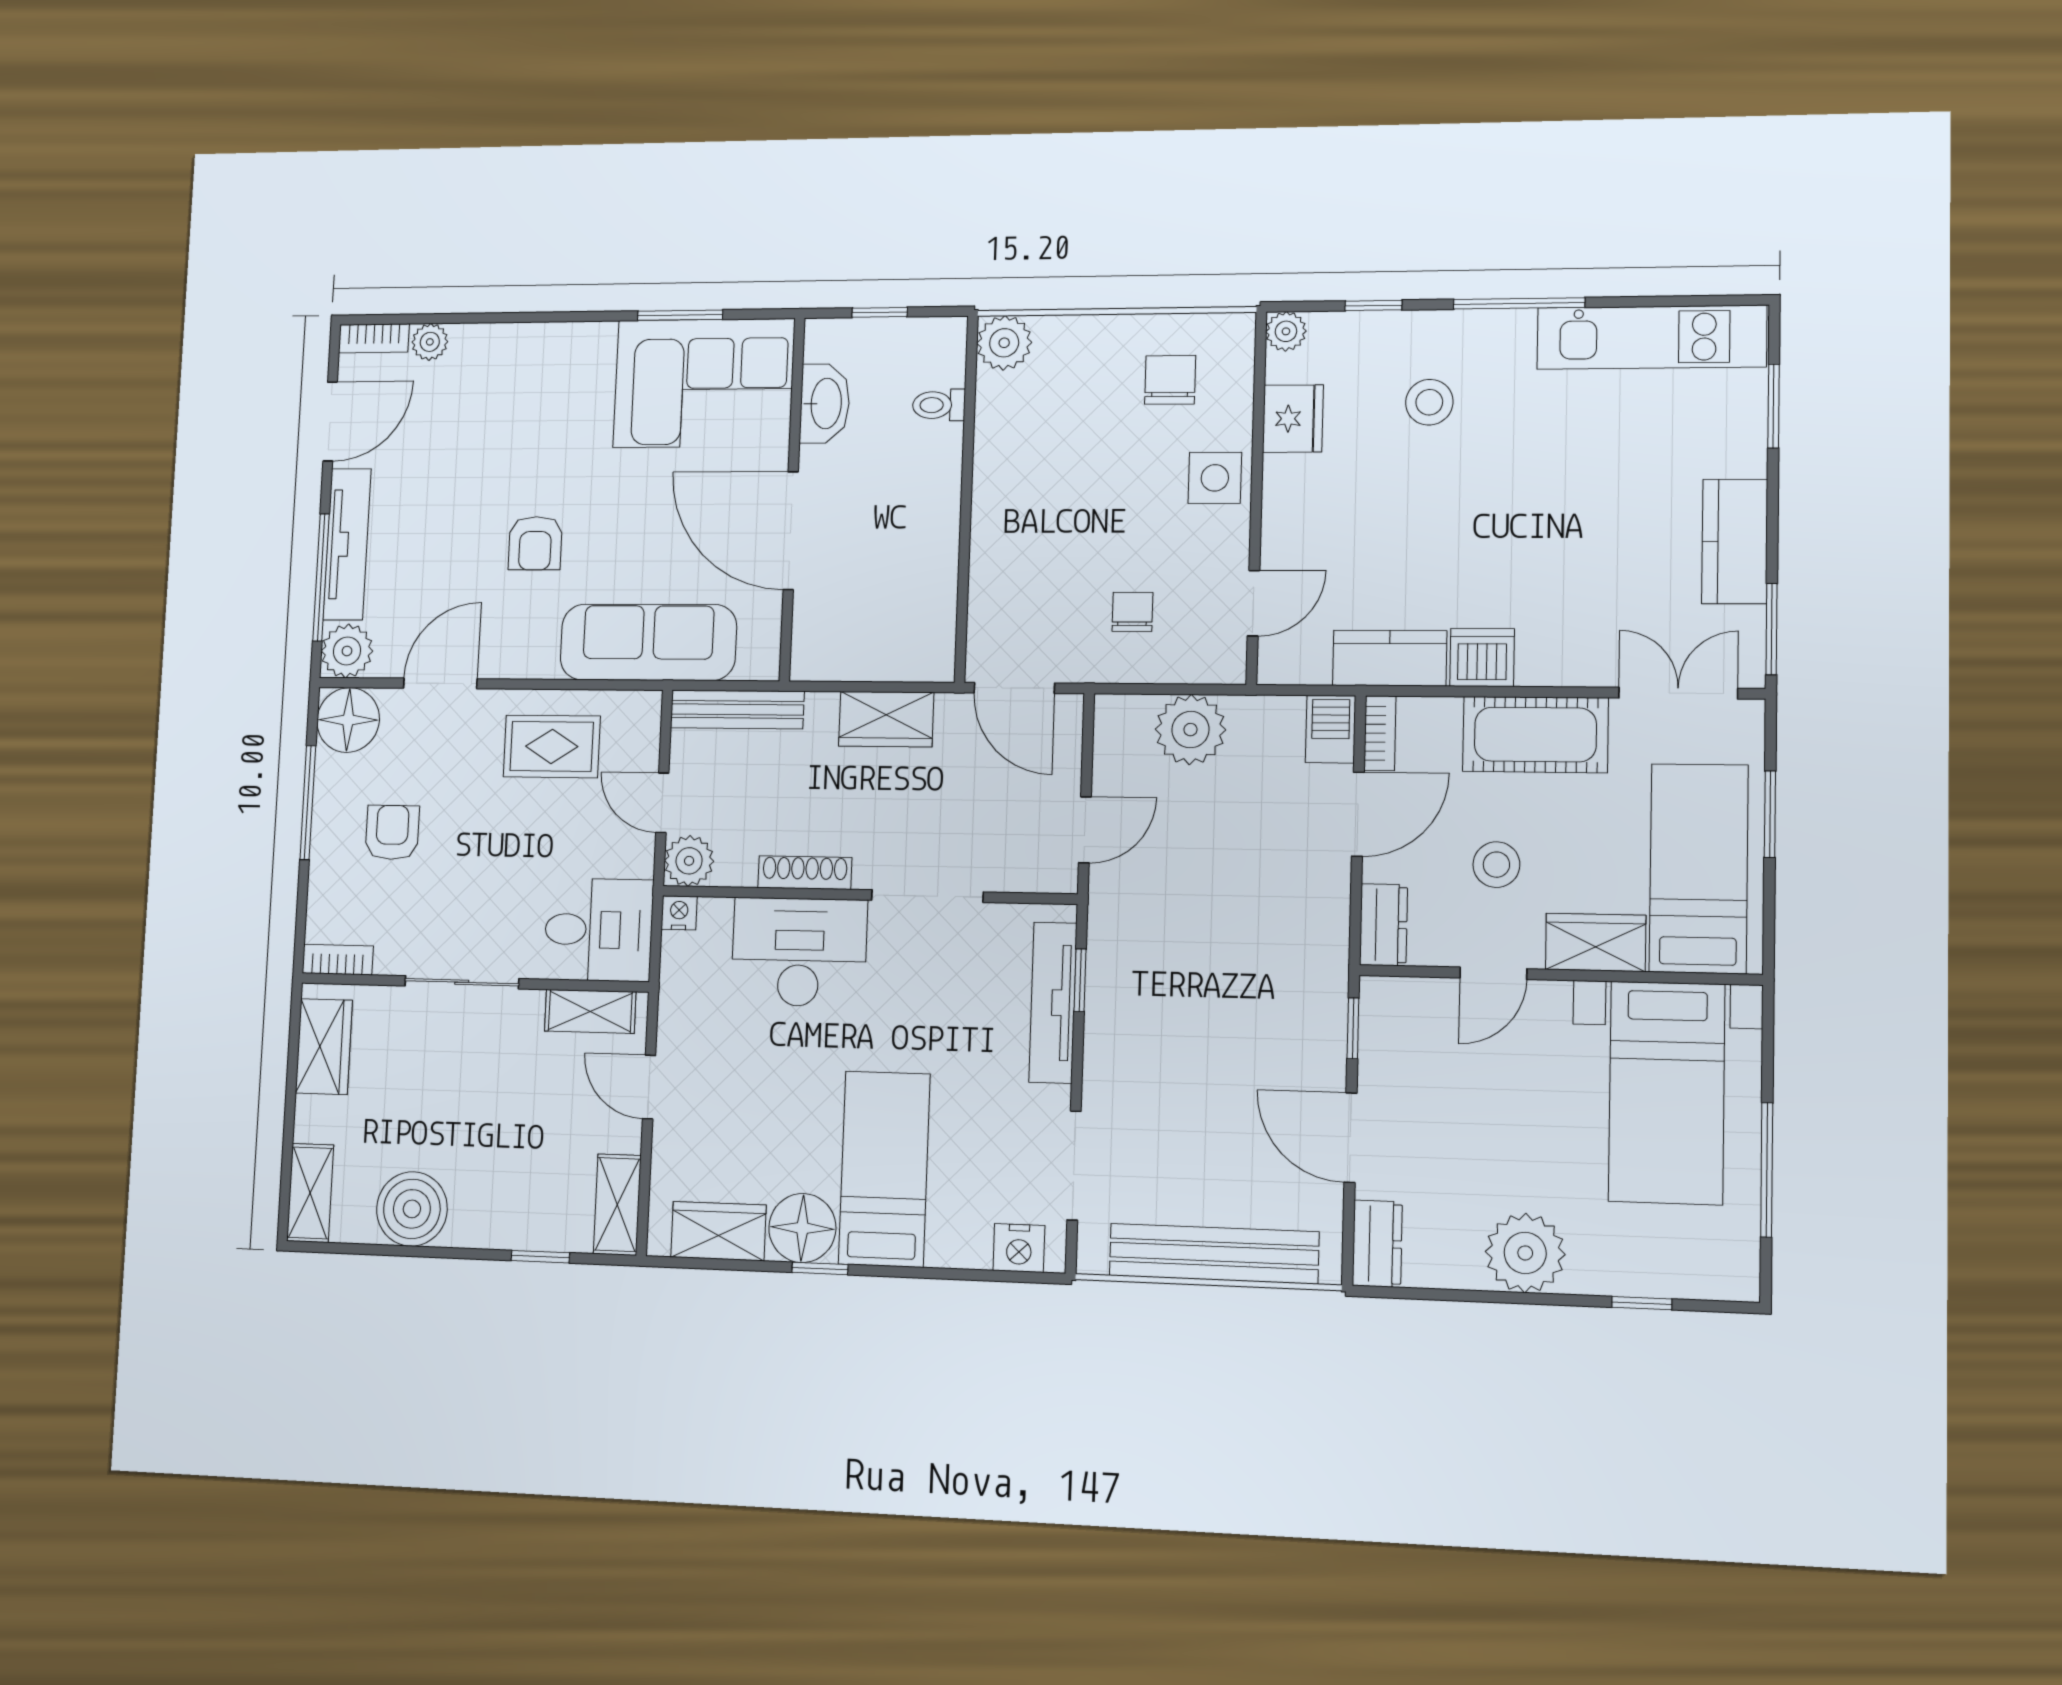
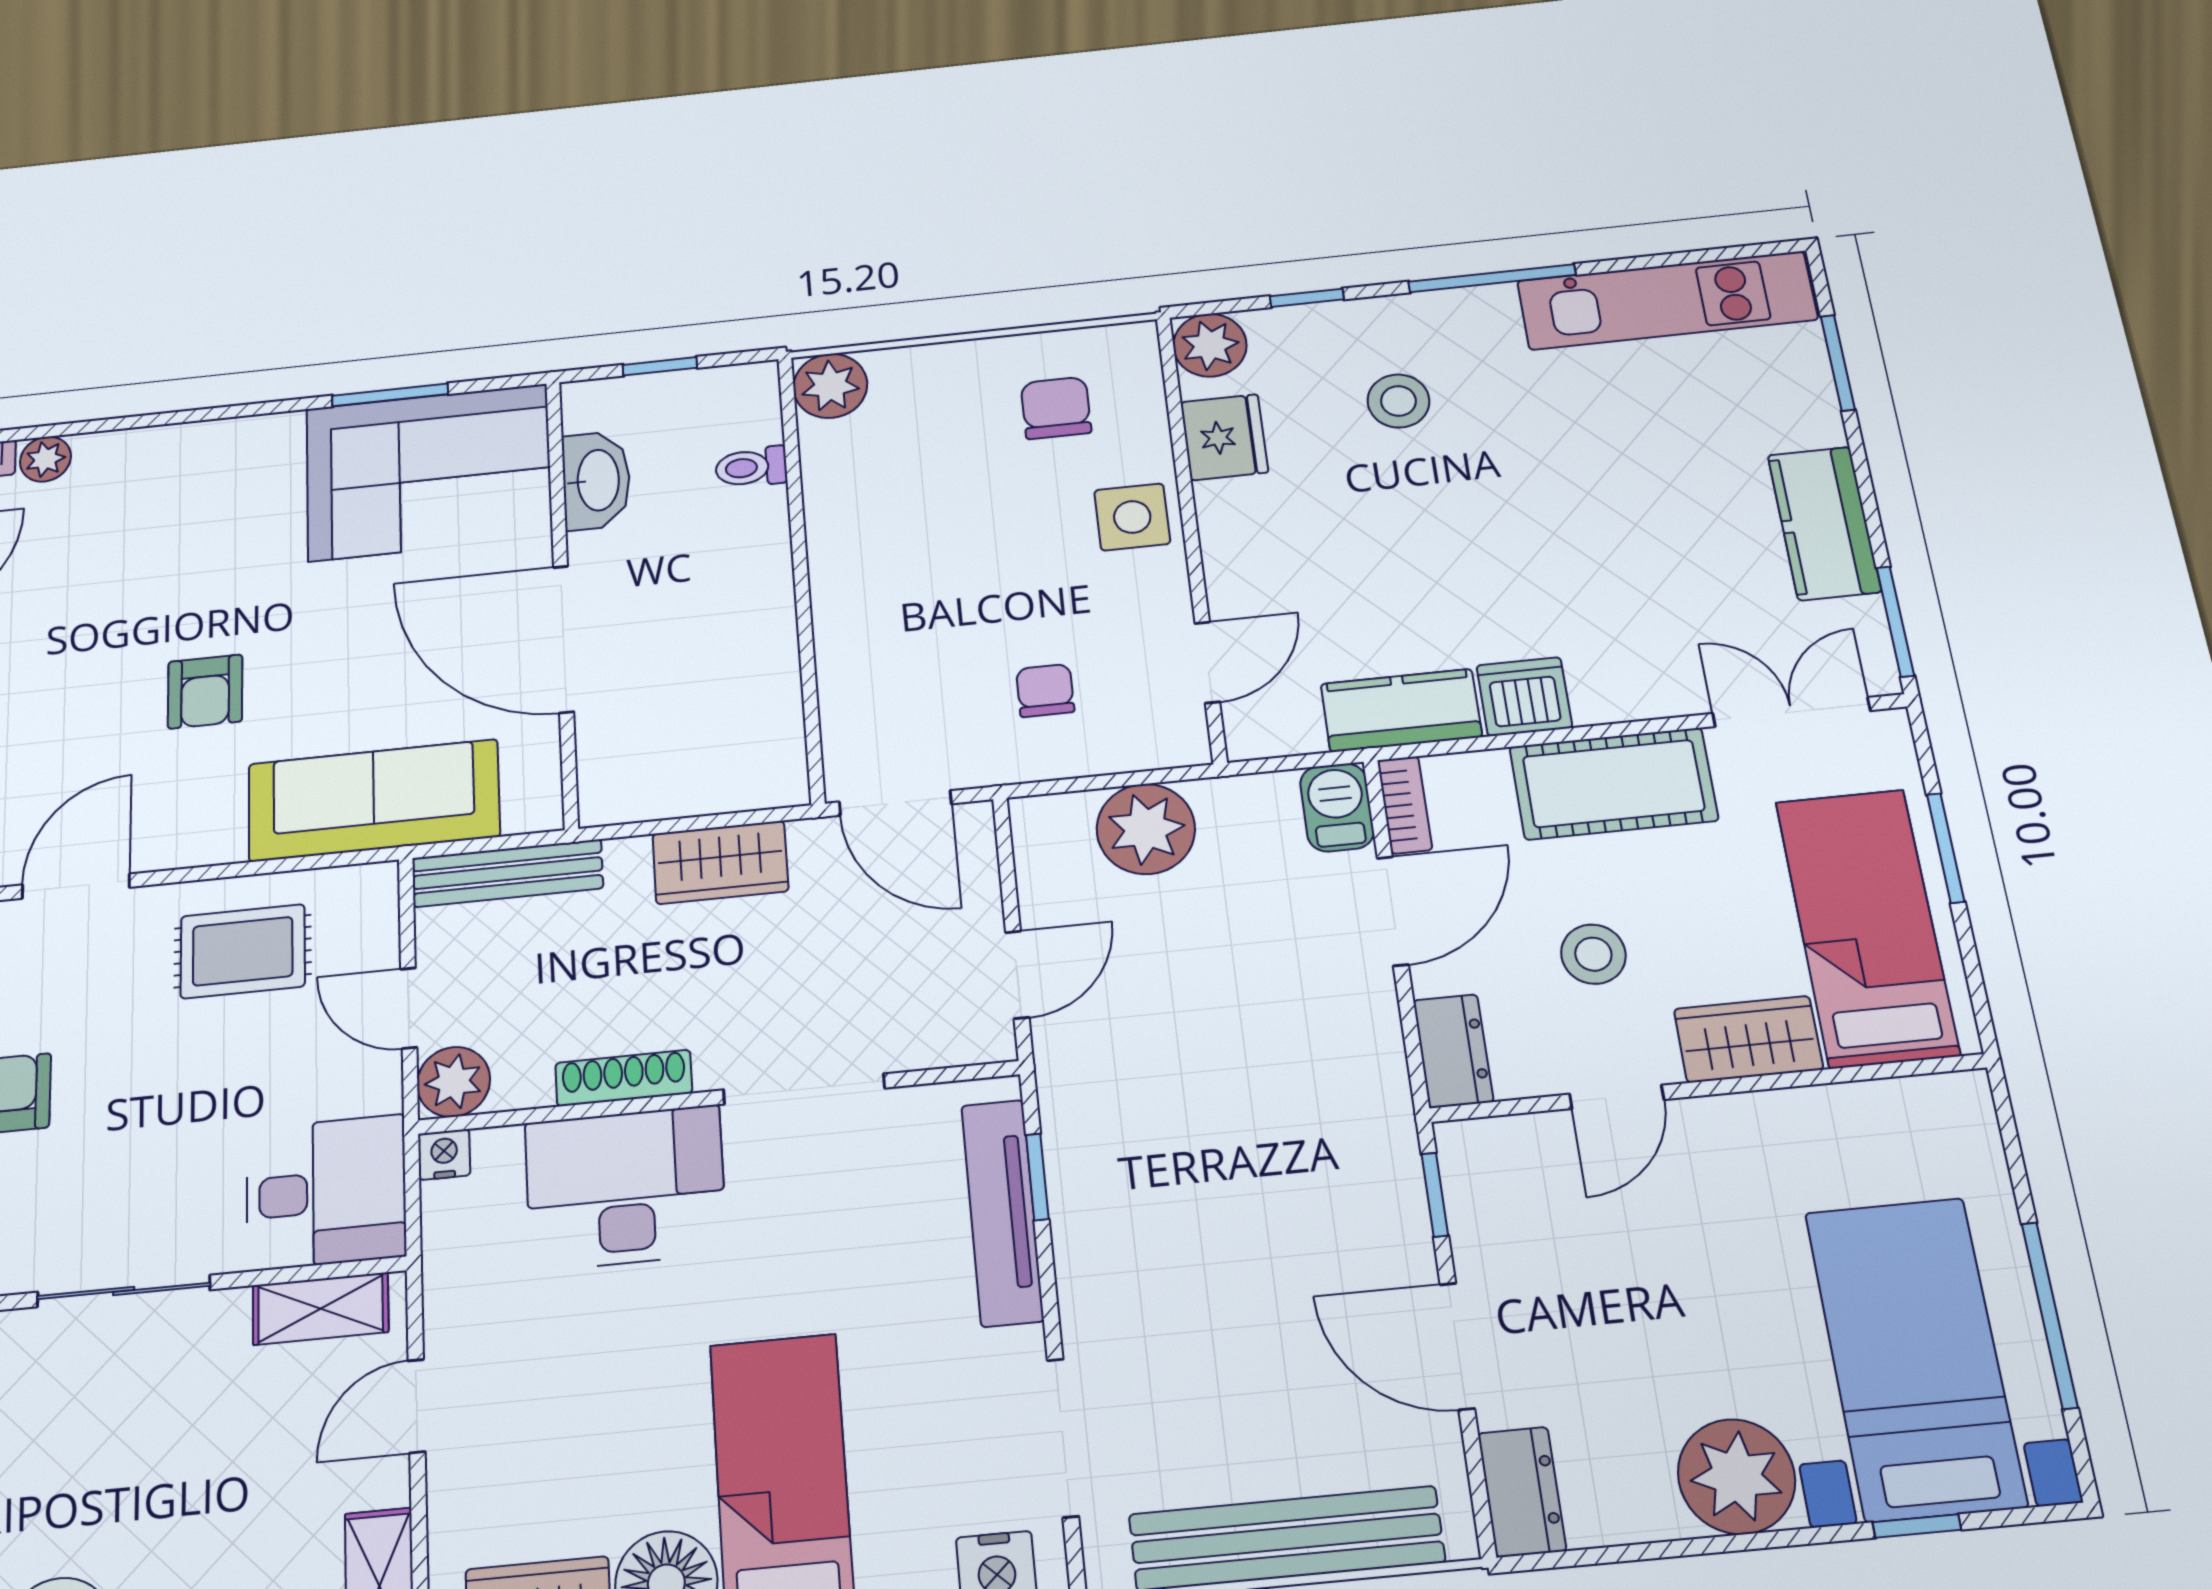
plant: (1286, 331) -> (1210, 345), width x1.38, depth x1.38
door: (649, 1087) -> (417, 1406), hinge flipped
bed with nightstands: (1667, 1093) -> (1915, 1358), moved, turned 180

